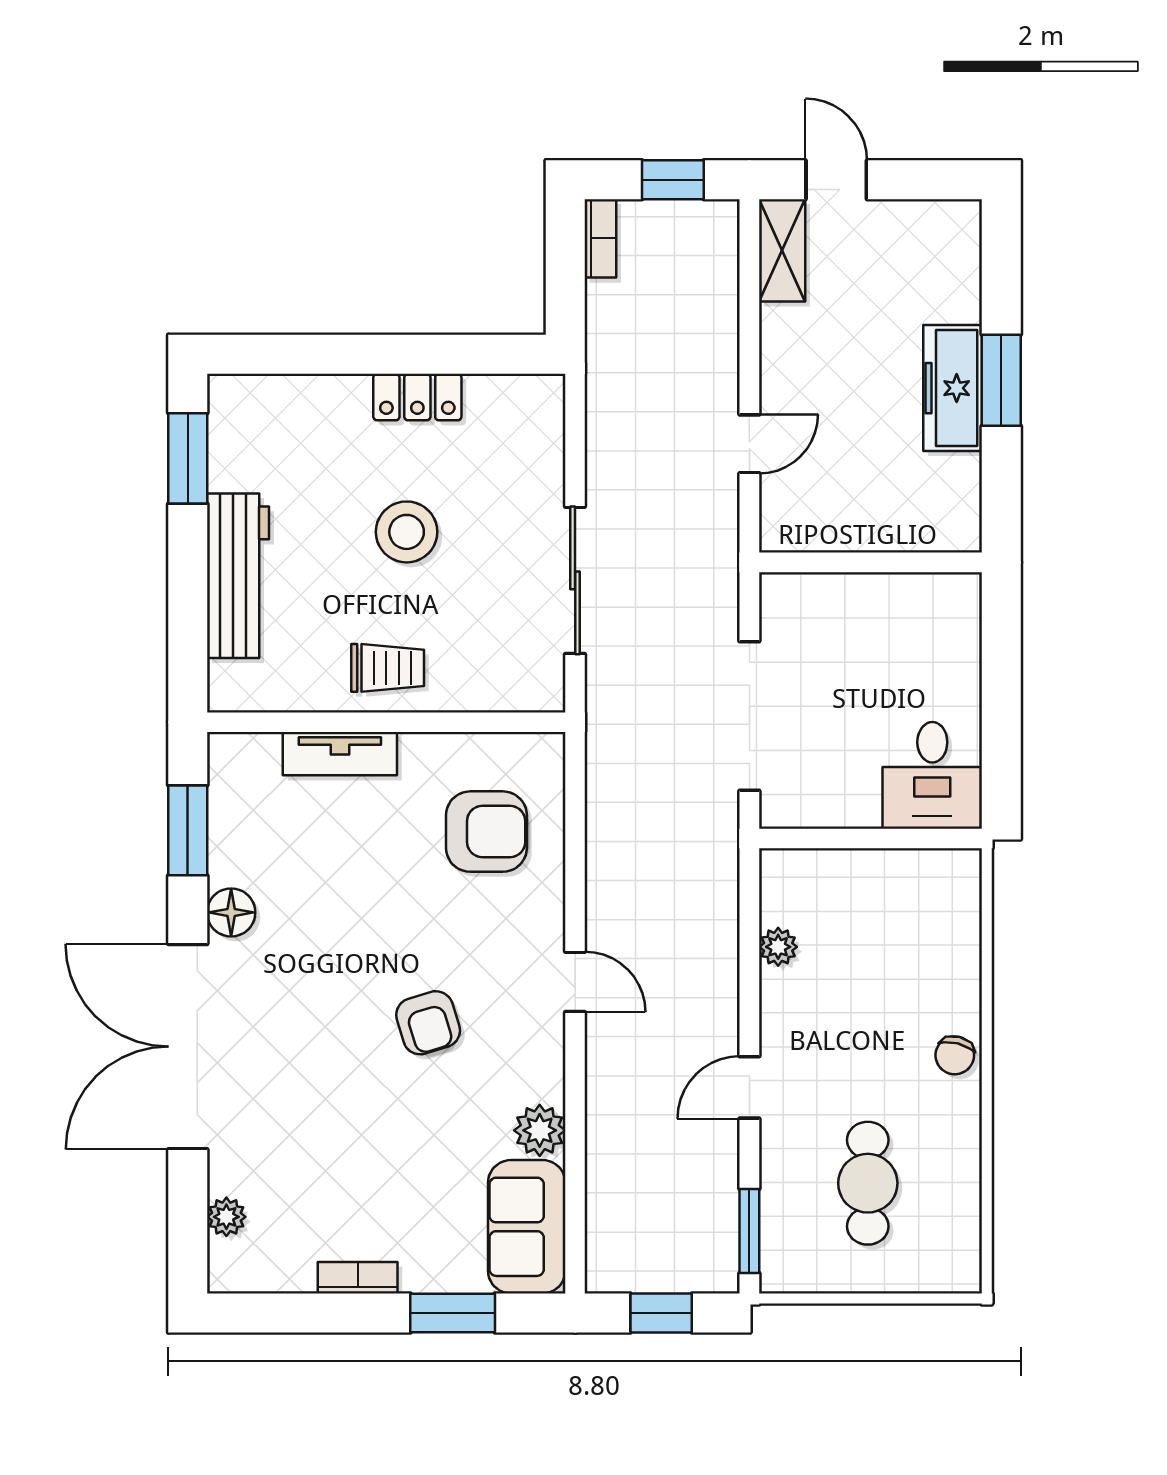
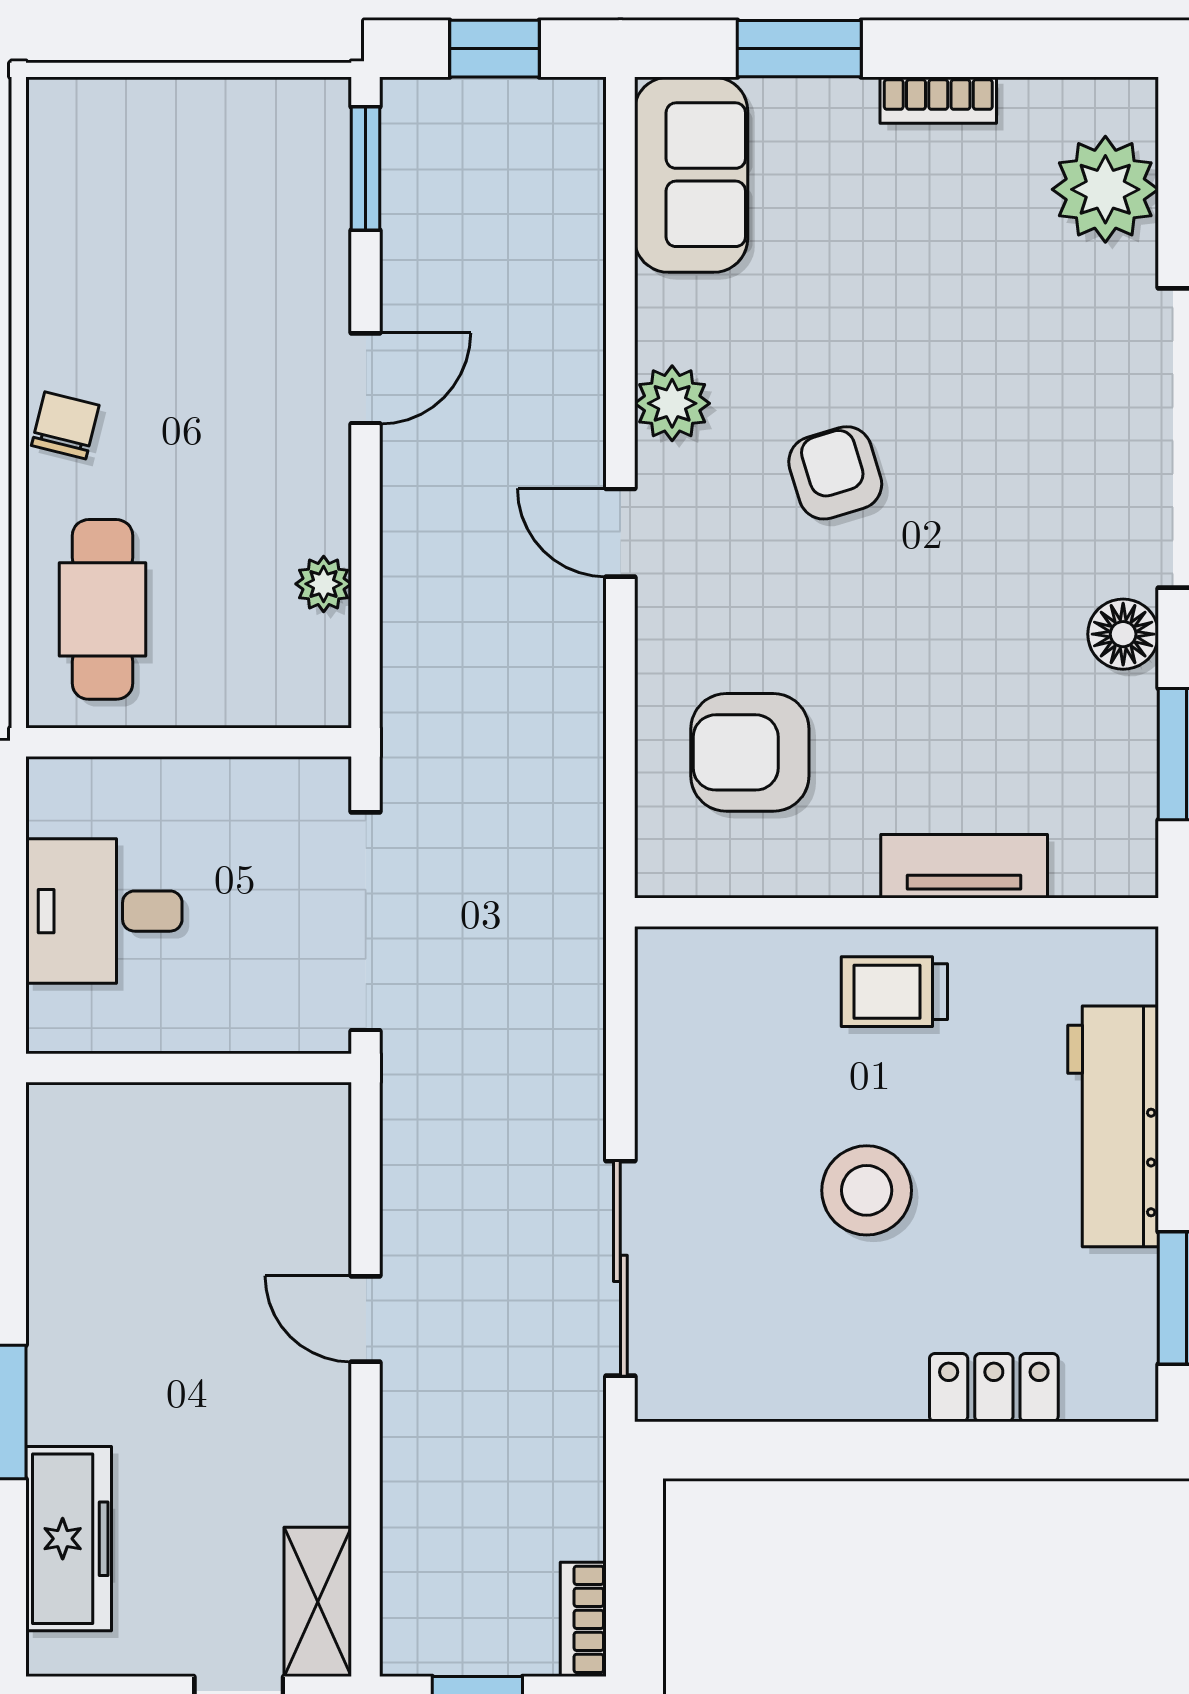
freezer: (953, 388) -> (69, 1539), moved
locker: (417, 397) -> (994, 1388), moved
door: (749, 444) -> (366, 1319), hinge flipped
wall: (870, 562) -> (189, 1068), moved
sliding door: (575, 580) -> (620, 1268), moved
desk: (932, 775) -> (104, 911), moved, turned -90
plant: (540, 1130) -> (672, 403), moved
cafe table: (868, 1183) -> (102, 609), moved
plant: (226, 1217) -> (1105, 189), width x1.88, depth x1.88

